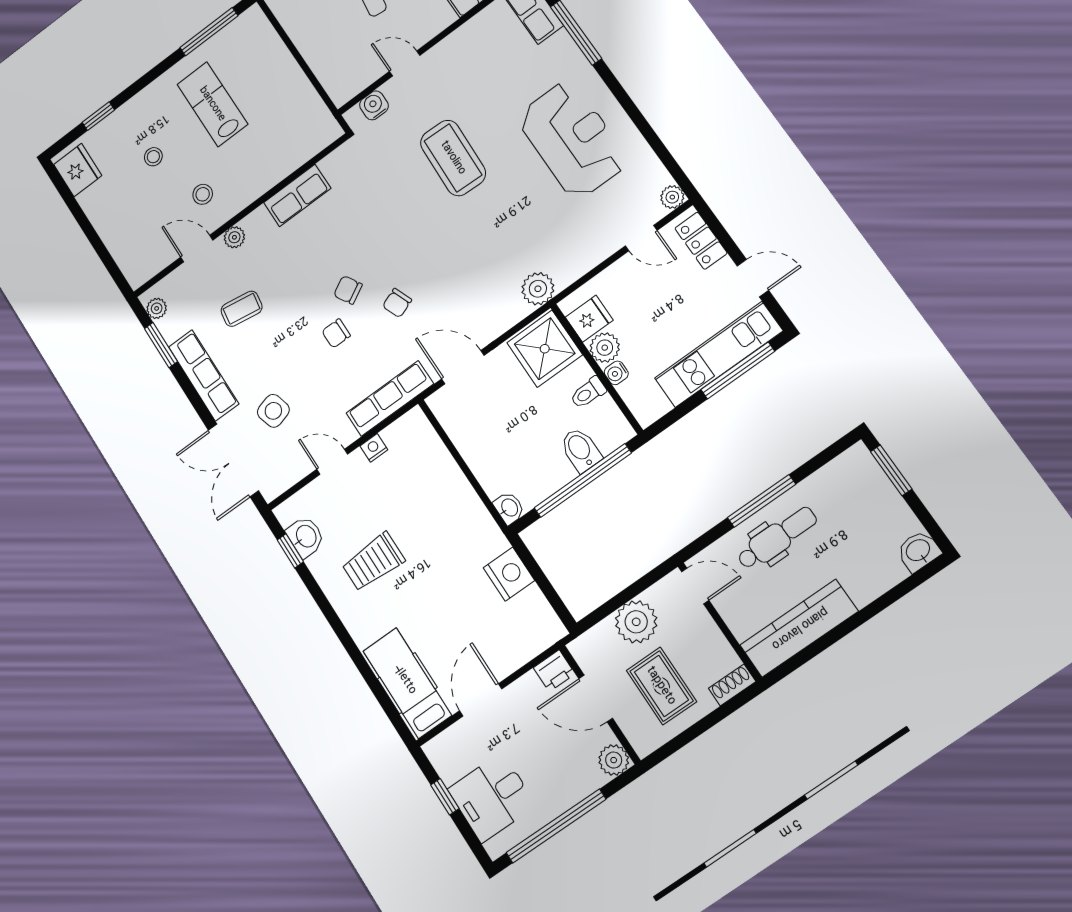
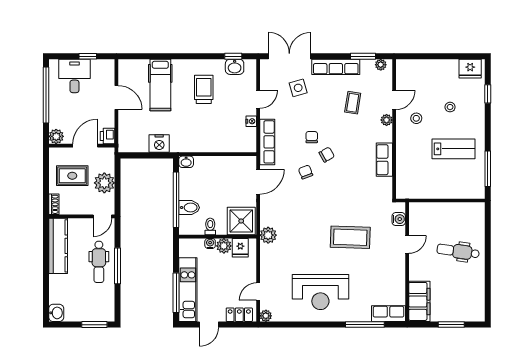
hospital bed: (407, 683) -> (160, 85), moved, turned 90

